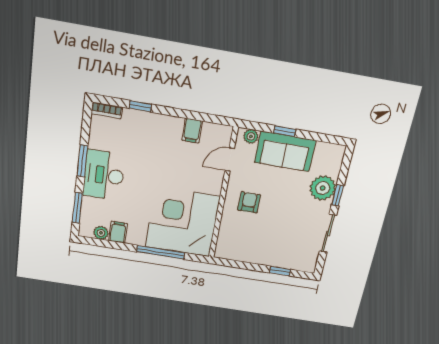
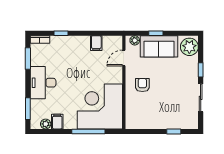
window: (82, 161) -> (28, 58), moved
plant: (323, 188) -> (189, 47), moved

